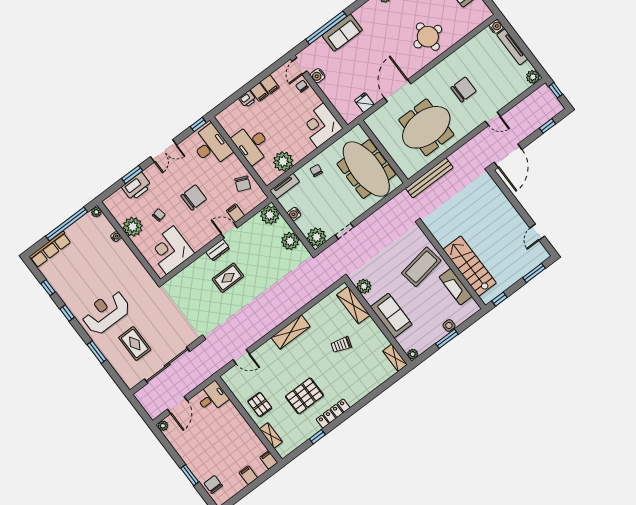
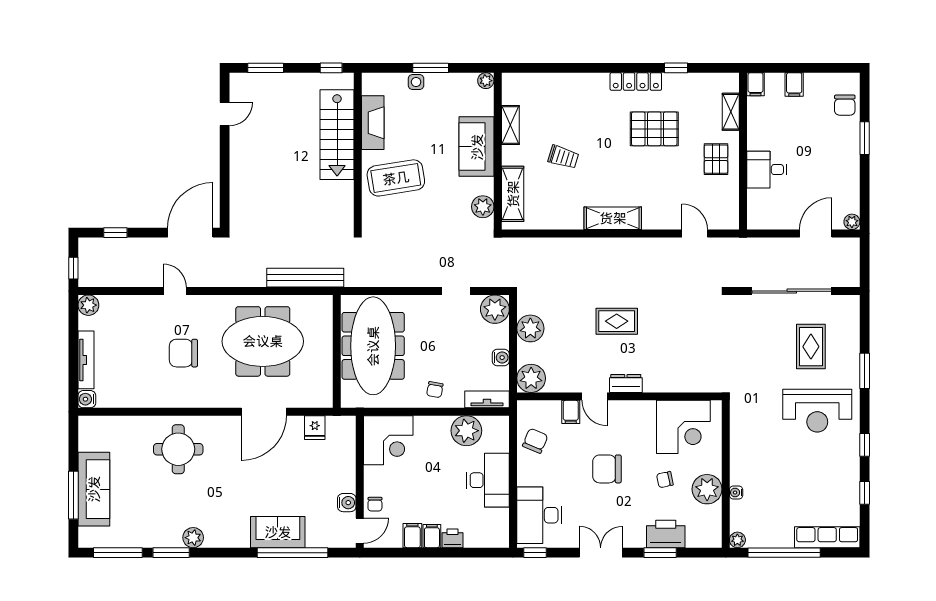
rug: (228, 278) -> (617, 321), moved
shelving: (395, 358) -> (510, 125), moved
desk: (212, 397) -> (767, 170), moved

